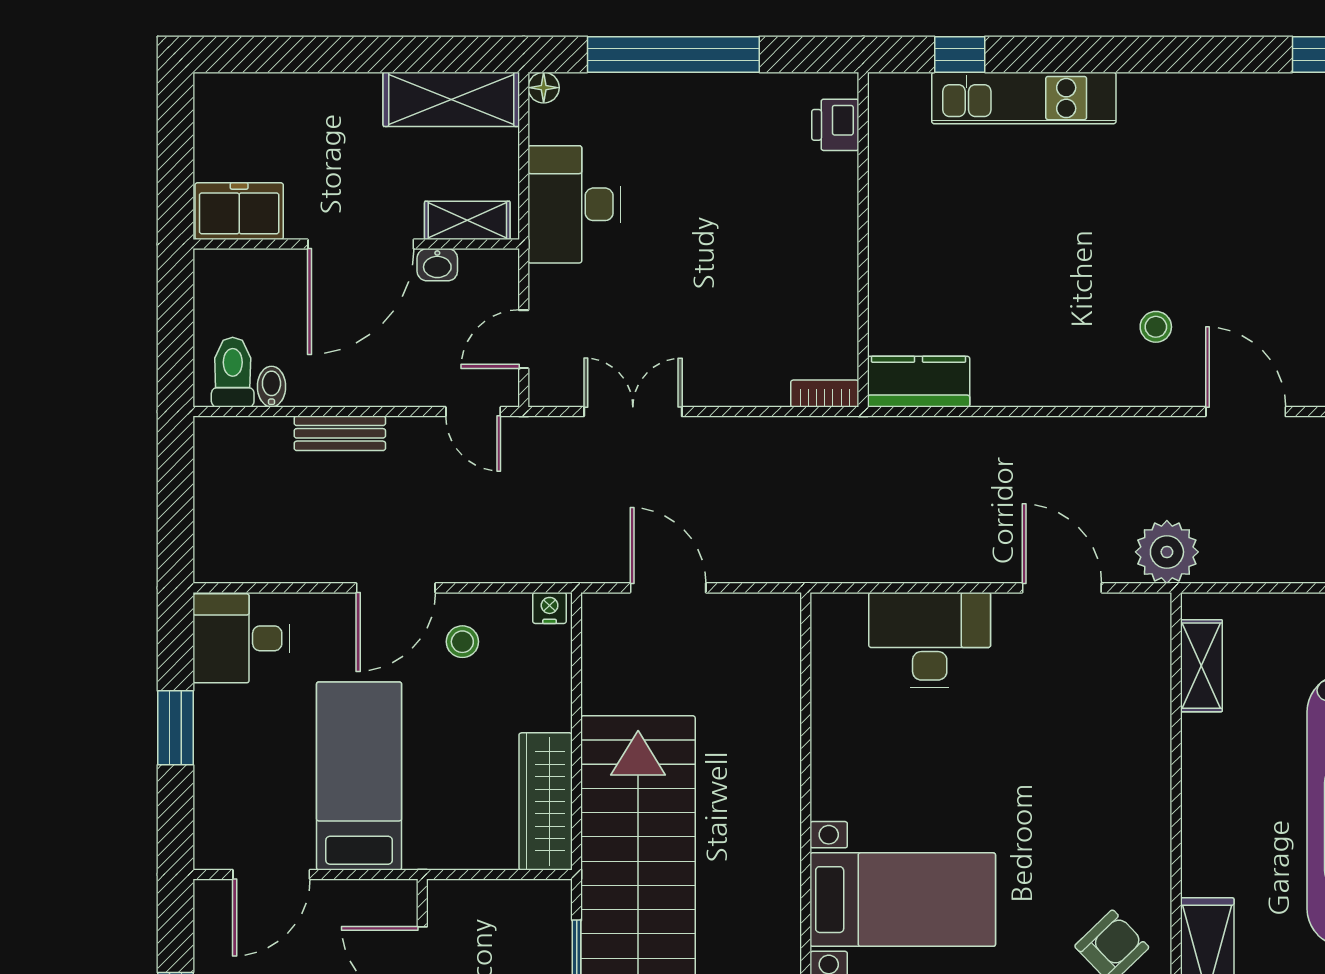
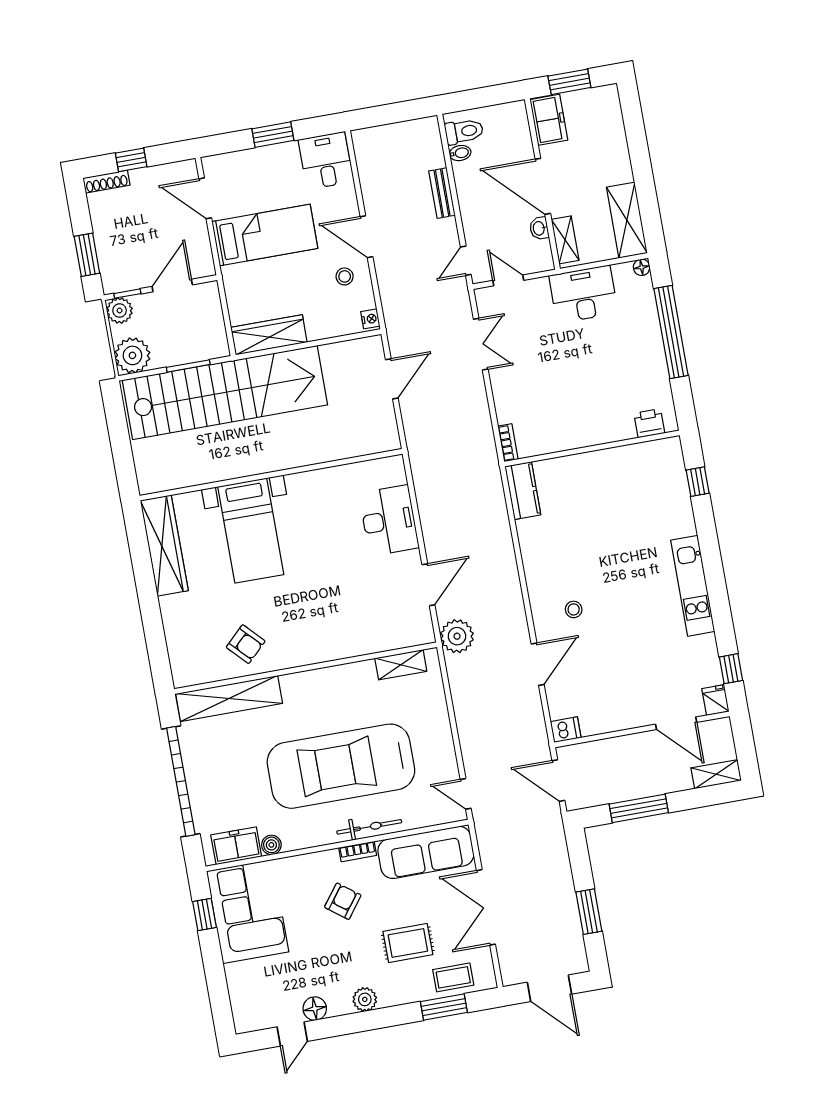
kitchen unit: (1024, 98) -> (693, 586), moved
window: (175, 160) -> (569, 82), added

